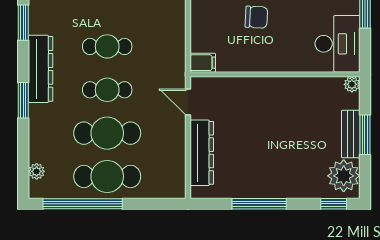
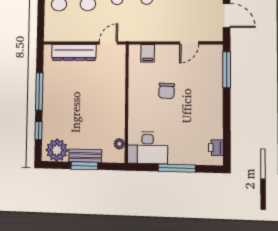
filing cabinet: (203, 63) -> (148, 53), moved
plant: (352, 84) -> (119, 144), moved
window: (334, 204) -> (38, 130), moved

